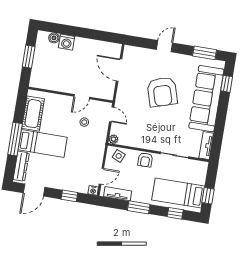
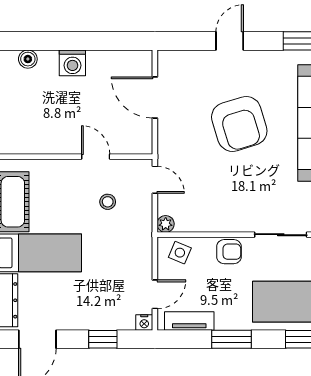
washing machine: (67, 42) -> (72, 63), moved
door: (82, 97) -> (96, 157), swing flipped
armchair: (145, 160) -> (229, 252), turned -90

